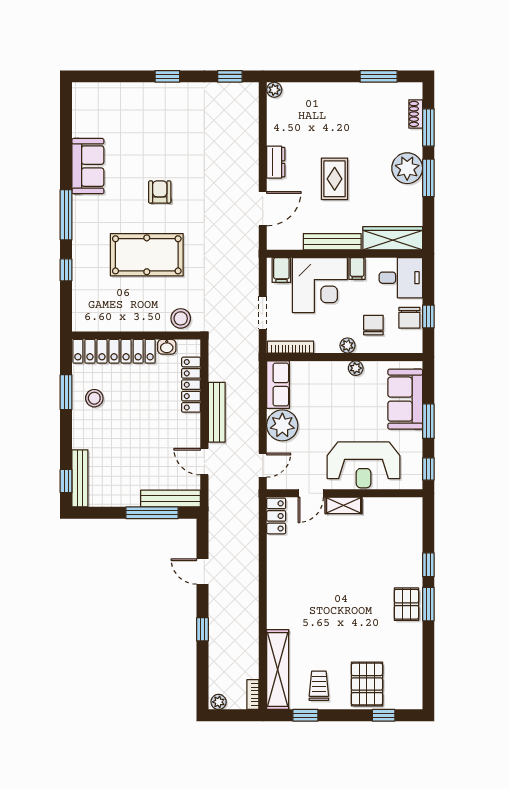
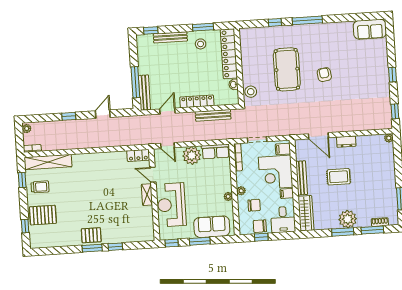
sofa: (88, 166) -> (370, 29), moved
armchair: (160, 192) -> (324, 75), turned -98
locker: (191, 385) -> (197, 101), moved
bench: (217, 412) -> (213, 115), moved
bench: (80, 478) -> (170, 37), moved

